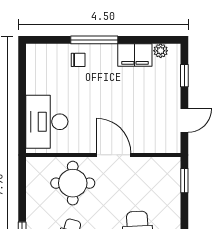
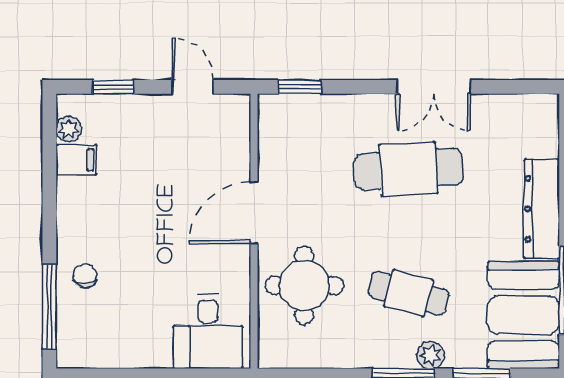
window: (94, 40) -> (49, 307), moved
filing cabinet: (135, 55) -> (76, 160), width x0.50
desk: (47, 122) -> (208, 332), width x0.73

